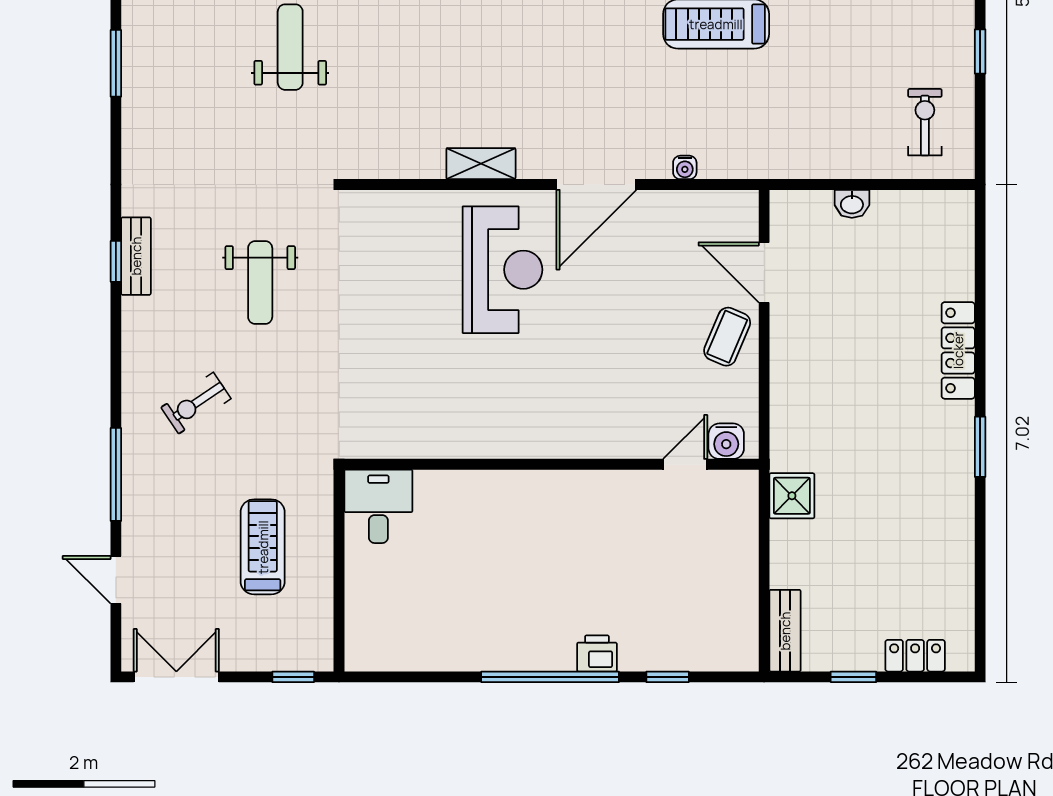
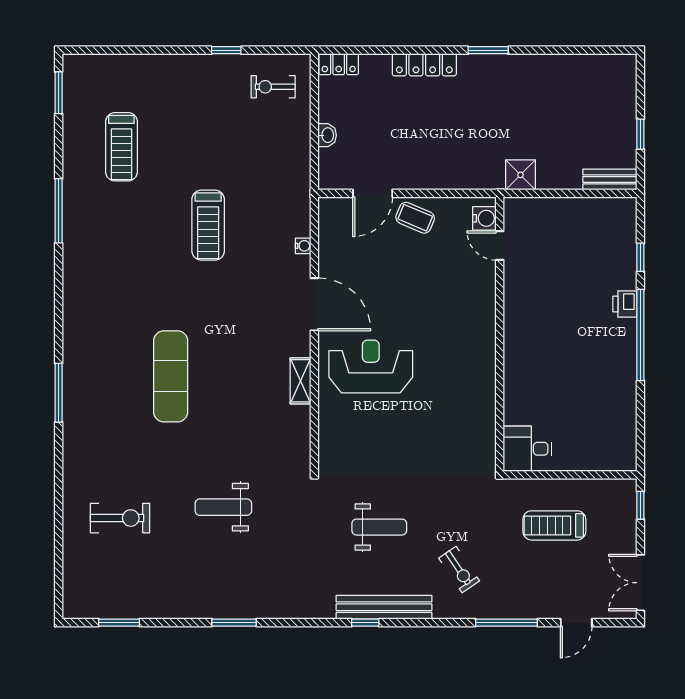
bench: (136, 256) -> (384, 607), width x1.86, depth x1.21
locker: (915, 656) -> (339, 64), moved, turned -90

